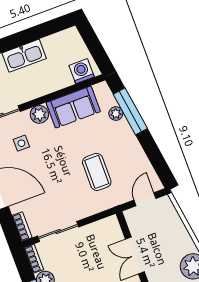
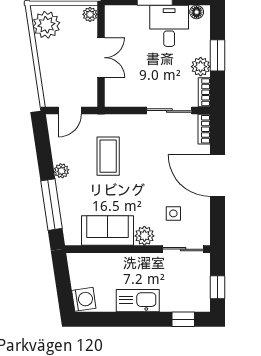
washing machine: (82, 71) -> (84, 299), moved, turned -98
plant: (116, 114) -> (62, 171), moved

